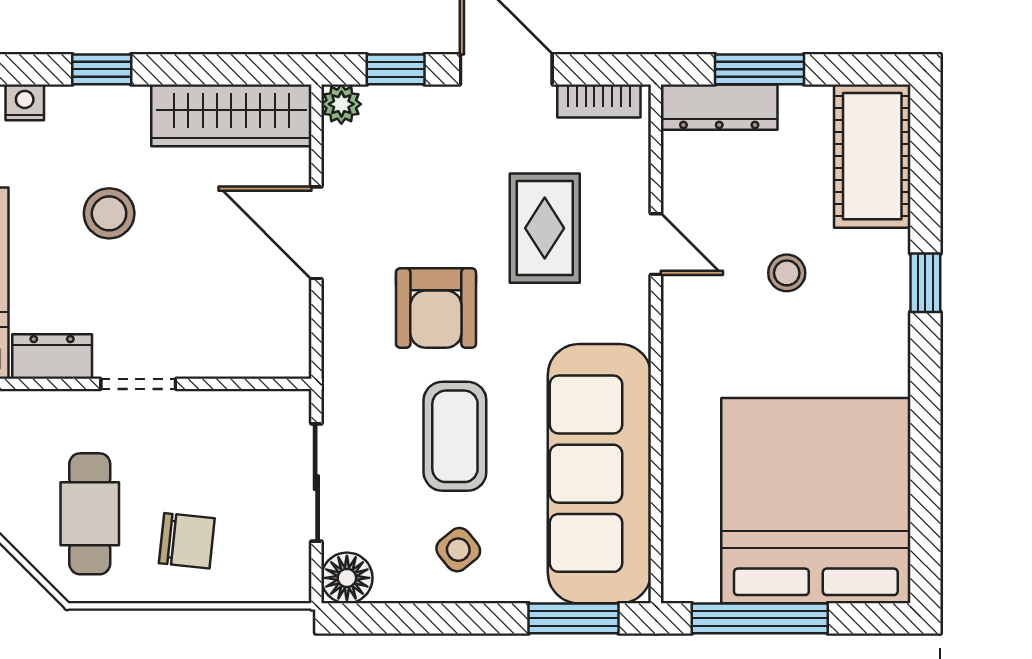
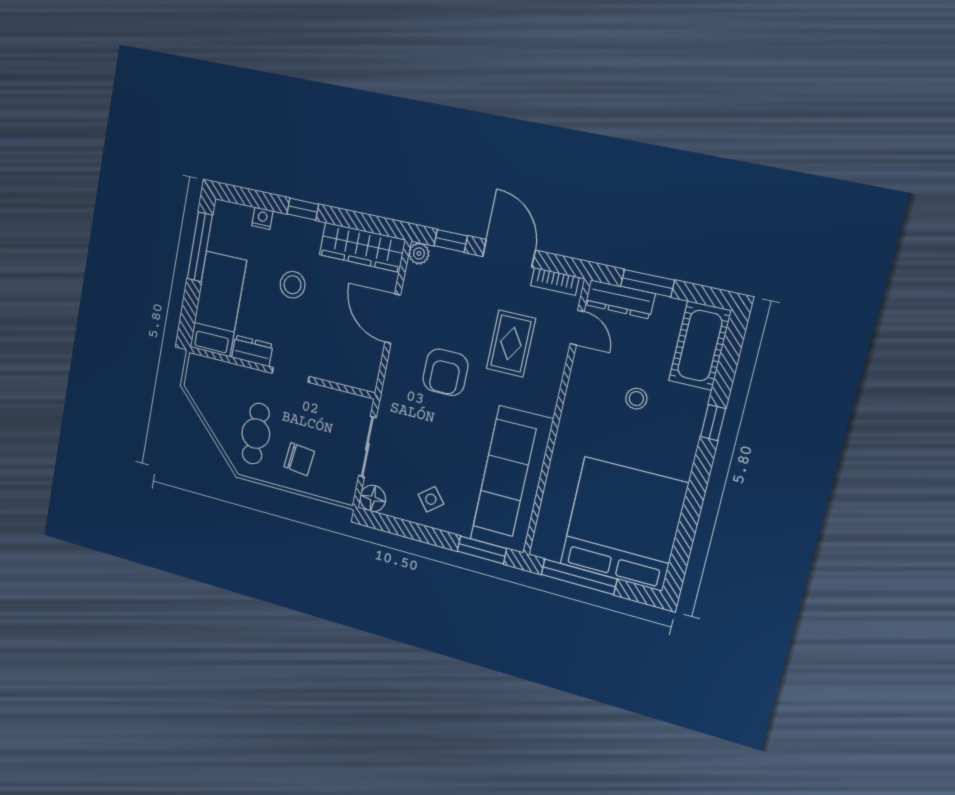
door: (656, 244) -> (577, 328), moved
coffee table: (455, 436) -> (441, 441), removed

